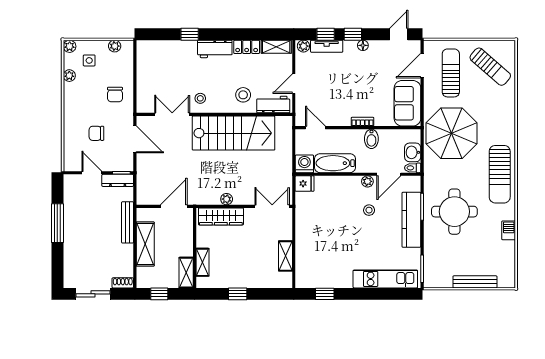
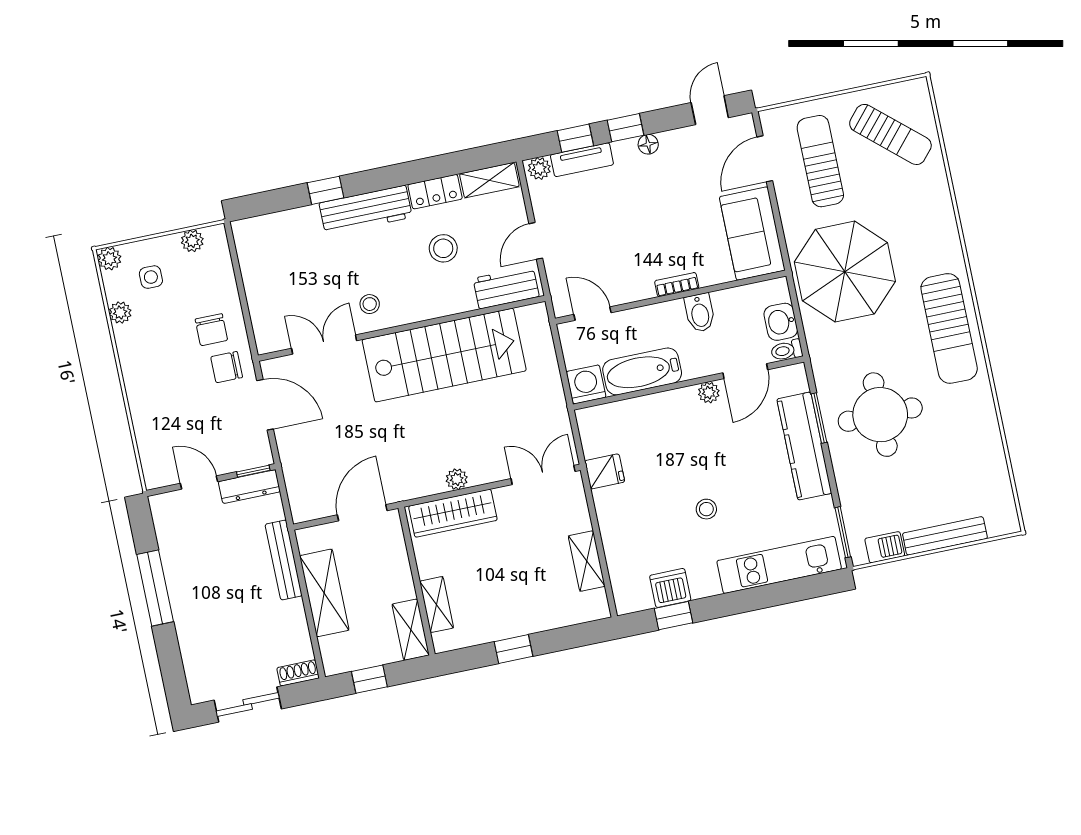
workbench: (215, 49) -> (366, 210), width x1.38
stool: (243, 95) -> (443, 248), moved
chair: (96, 133) -> (227, 367), moved
fridge: (305, 184) -> (605, 471), moved
stool: (369, 210) -> (706, 509), moved
barbecue: (509, 230) -> (885, 547), moved, turned 90
dishwasher: (326, 279) -> (670, 588), added

